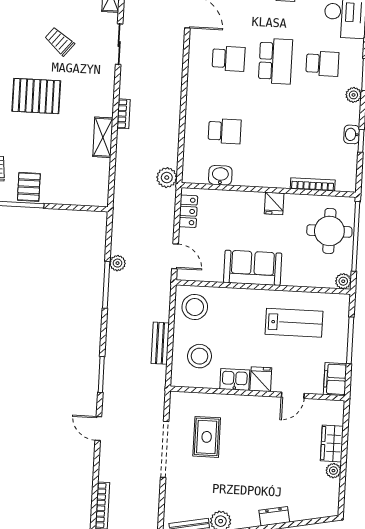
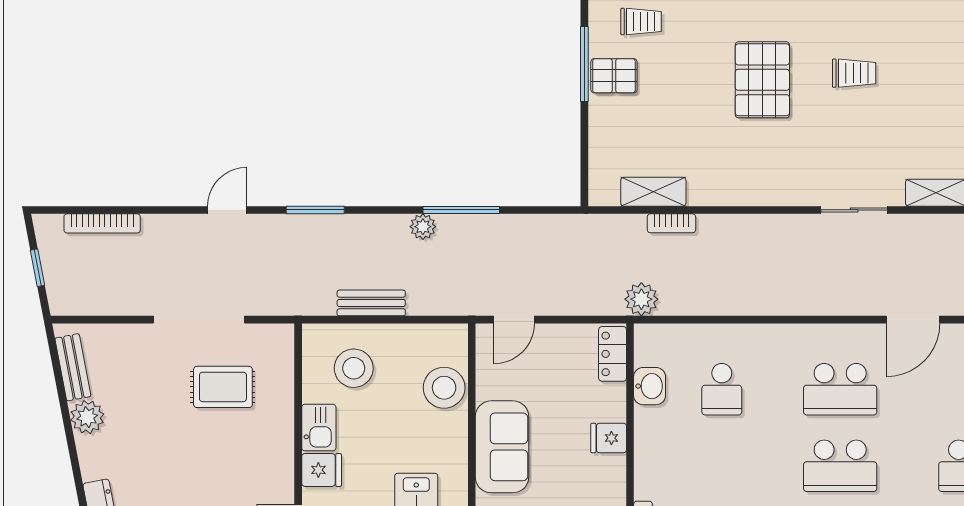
trolley: (60, 41) -> (854, 73), moved, turned 51
school desk: (229, 59) -> (840, 389), width x1.85
bookcase: (124, 114) -> (671, 223), moved
shelving: (103, 137) -> (653, 192), moved
fridge: (274, 203) -> (609, 438), moved
locker: (188, 211) -> (613, 354), moved, turned 90
plant: (118, 263) -> (423, 227), moved
stool: (195, 307) -> (444, 388), moved

